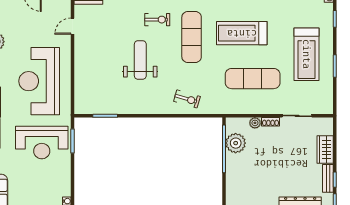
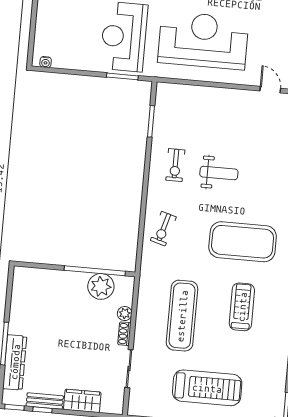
exercise bike: (157, 20) -> (175, 165), moved
treadmill: (242, 33) -> (242, 307), width x0.73, depth x0.73
exercise mat: (192, 37) -> (243, 242), width x1.47
treadmill: (306, 54) -> (207, 388), turned 180
weight bench: (140, 60) -> (219, 173), width x0.73, depth x0.75

